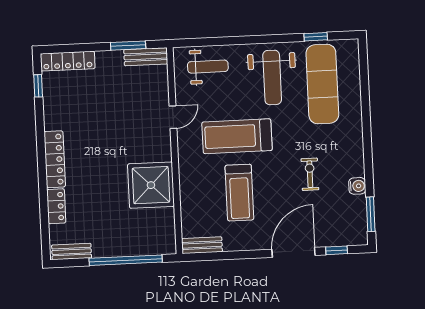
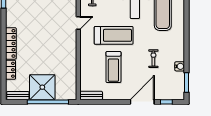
treadmill: (237, 136) -> (114, 35), turned 180
shower: (151, 185) -> (42, 87), moved

